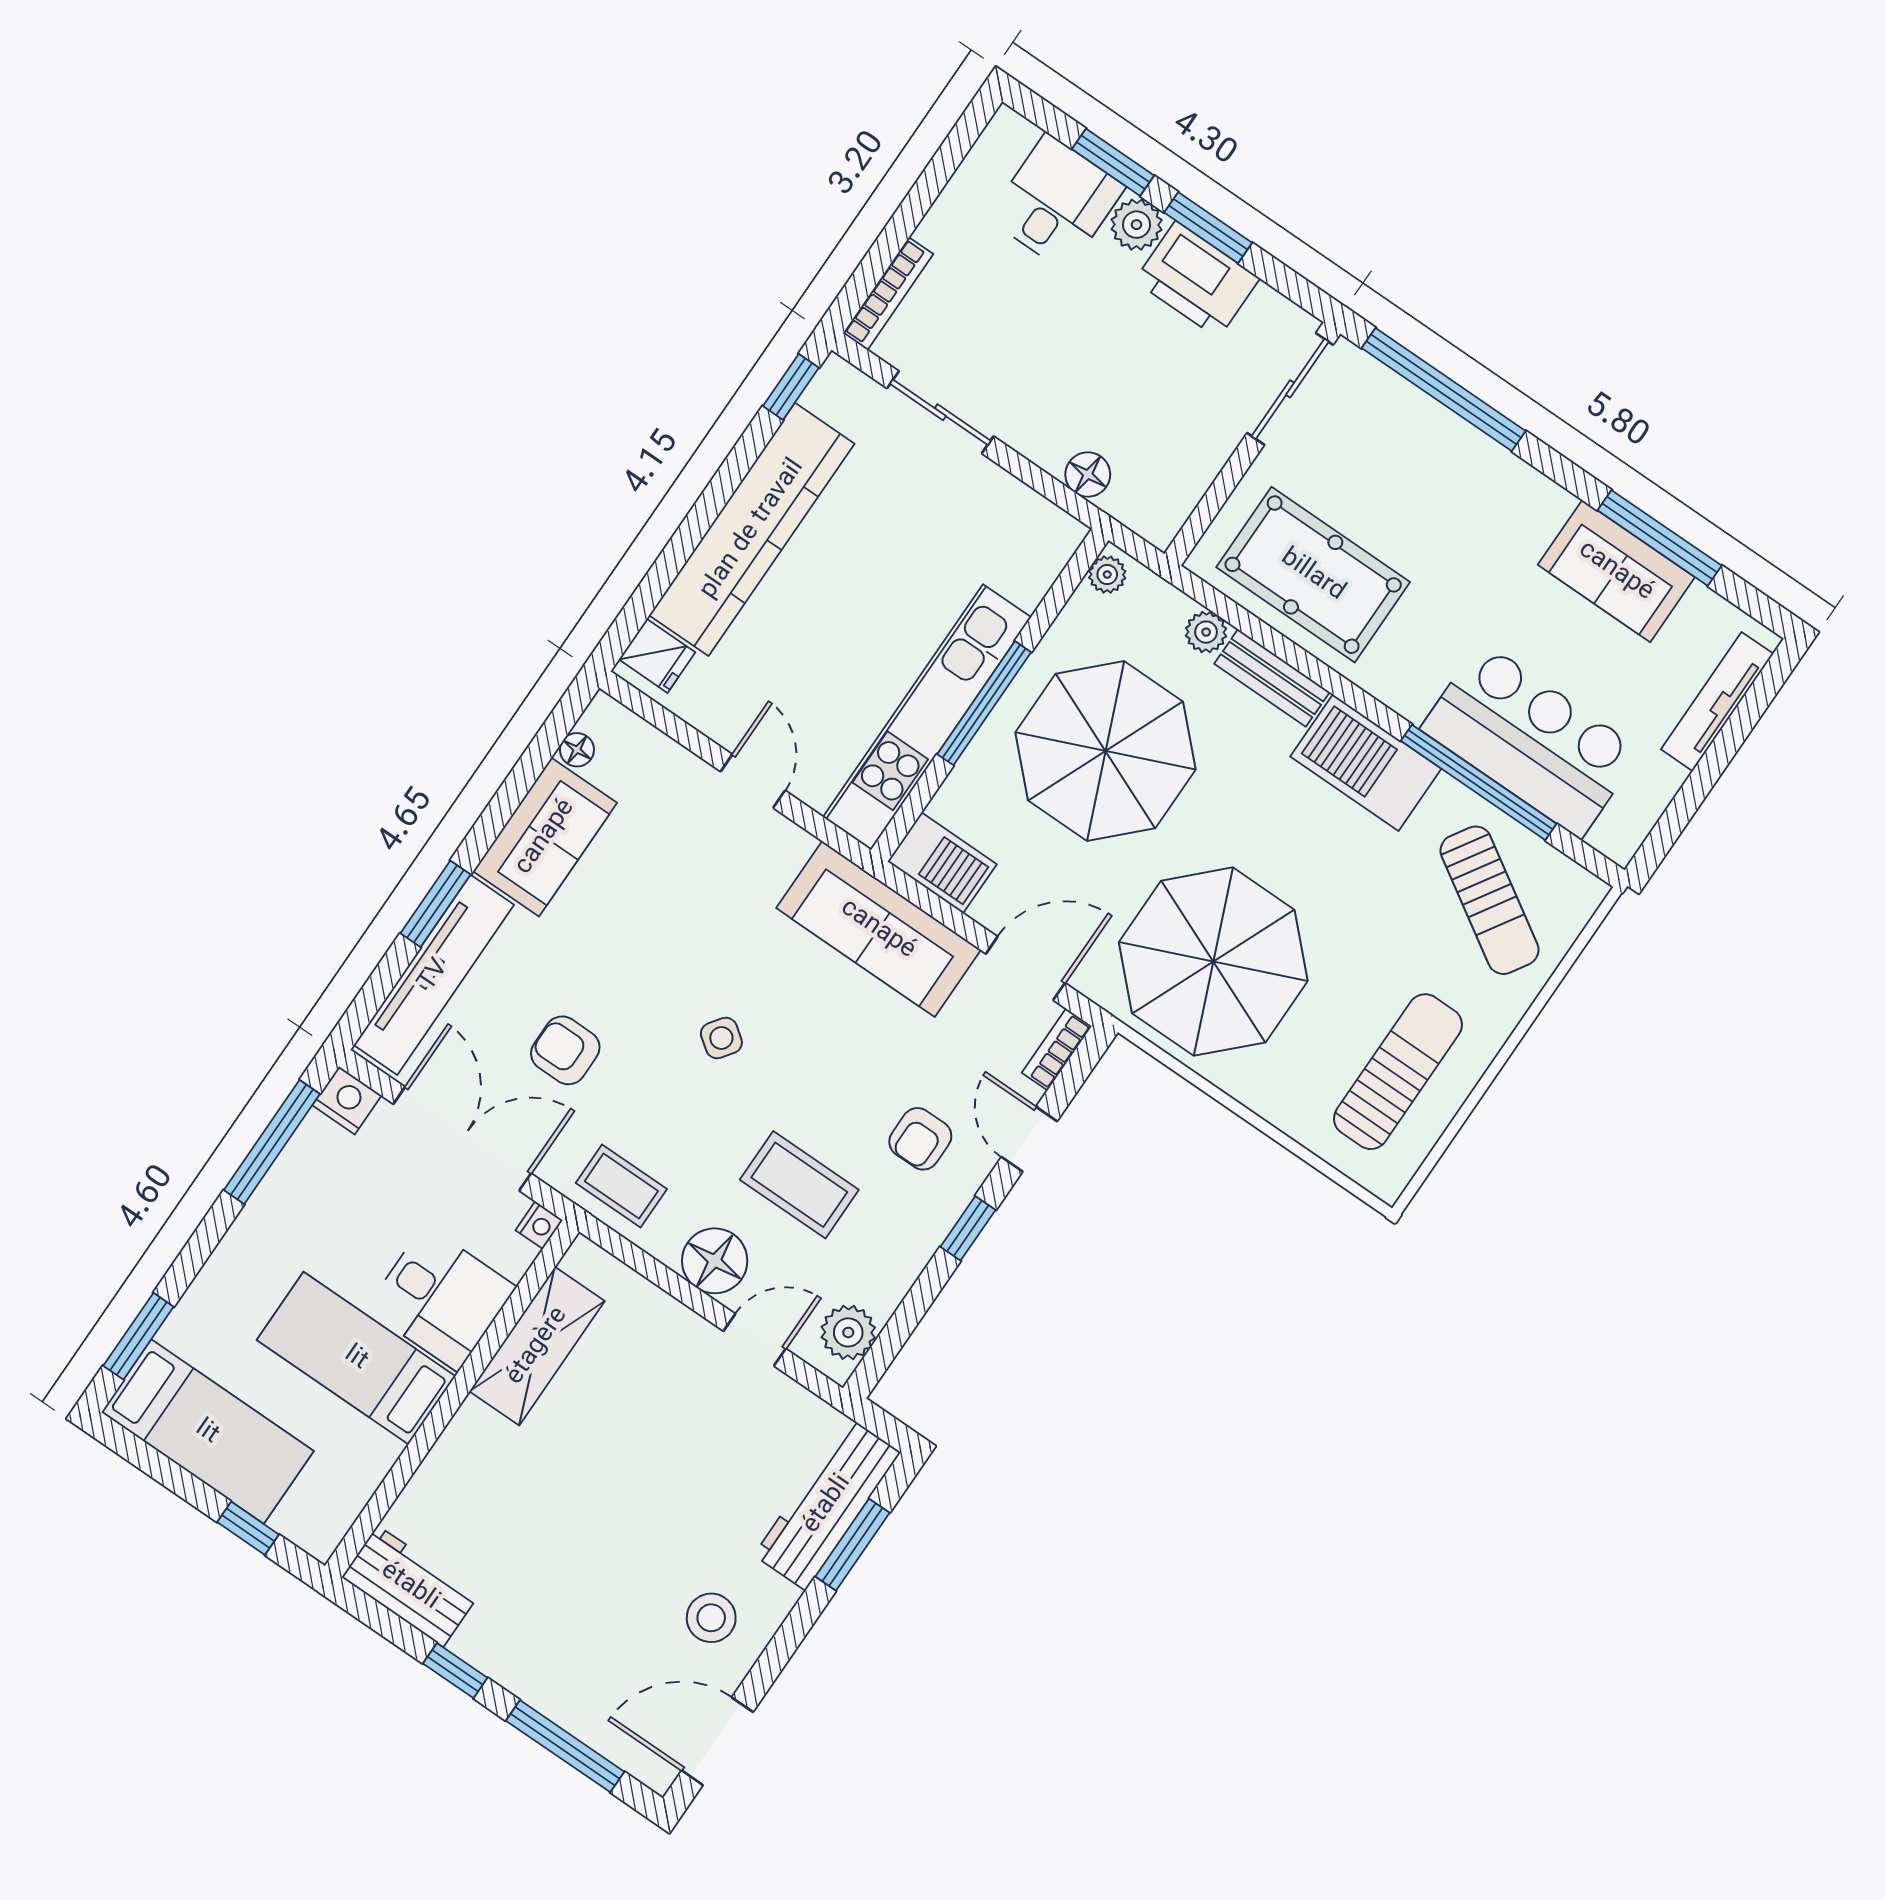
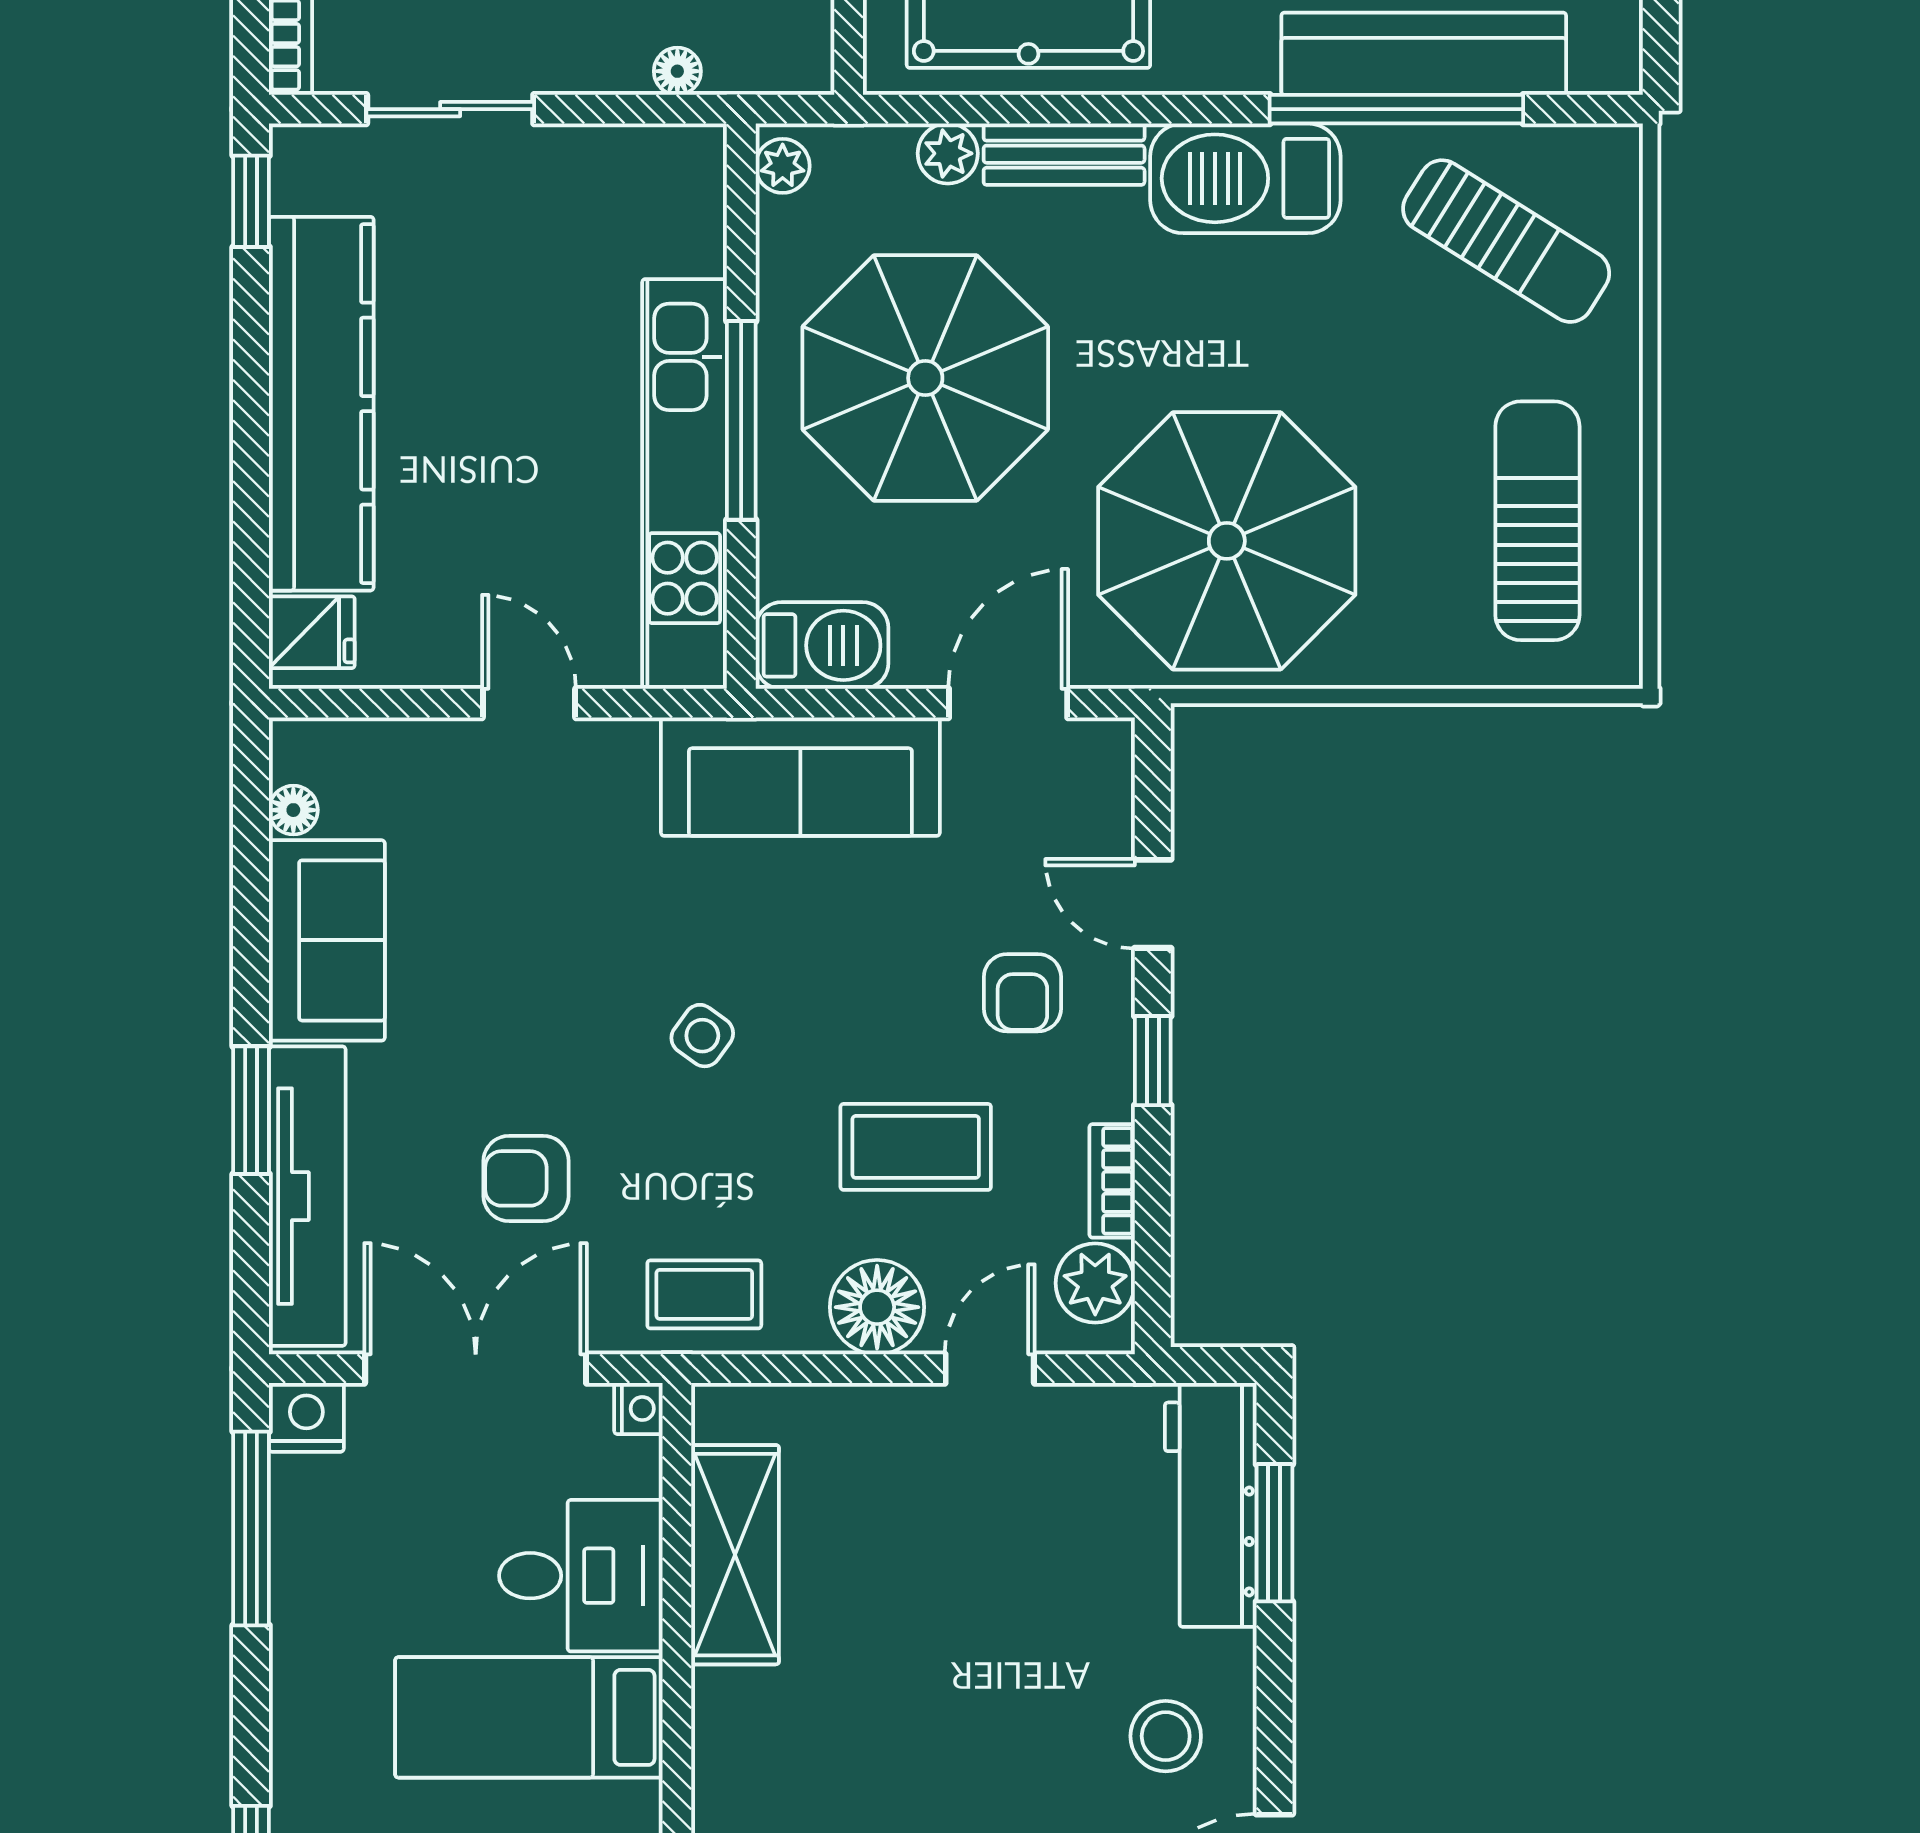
floor lamp: (1088, 475) -> (677, 71), width x0.73, depth x0.73
bookcase: (1057, 1050) -> (1112, 1181), moved

